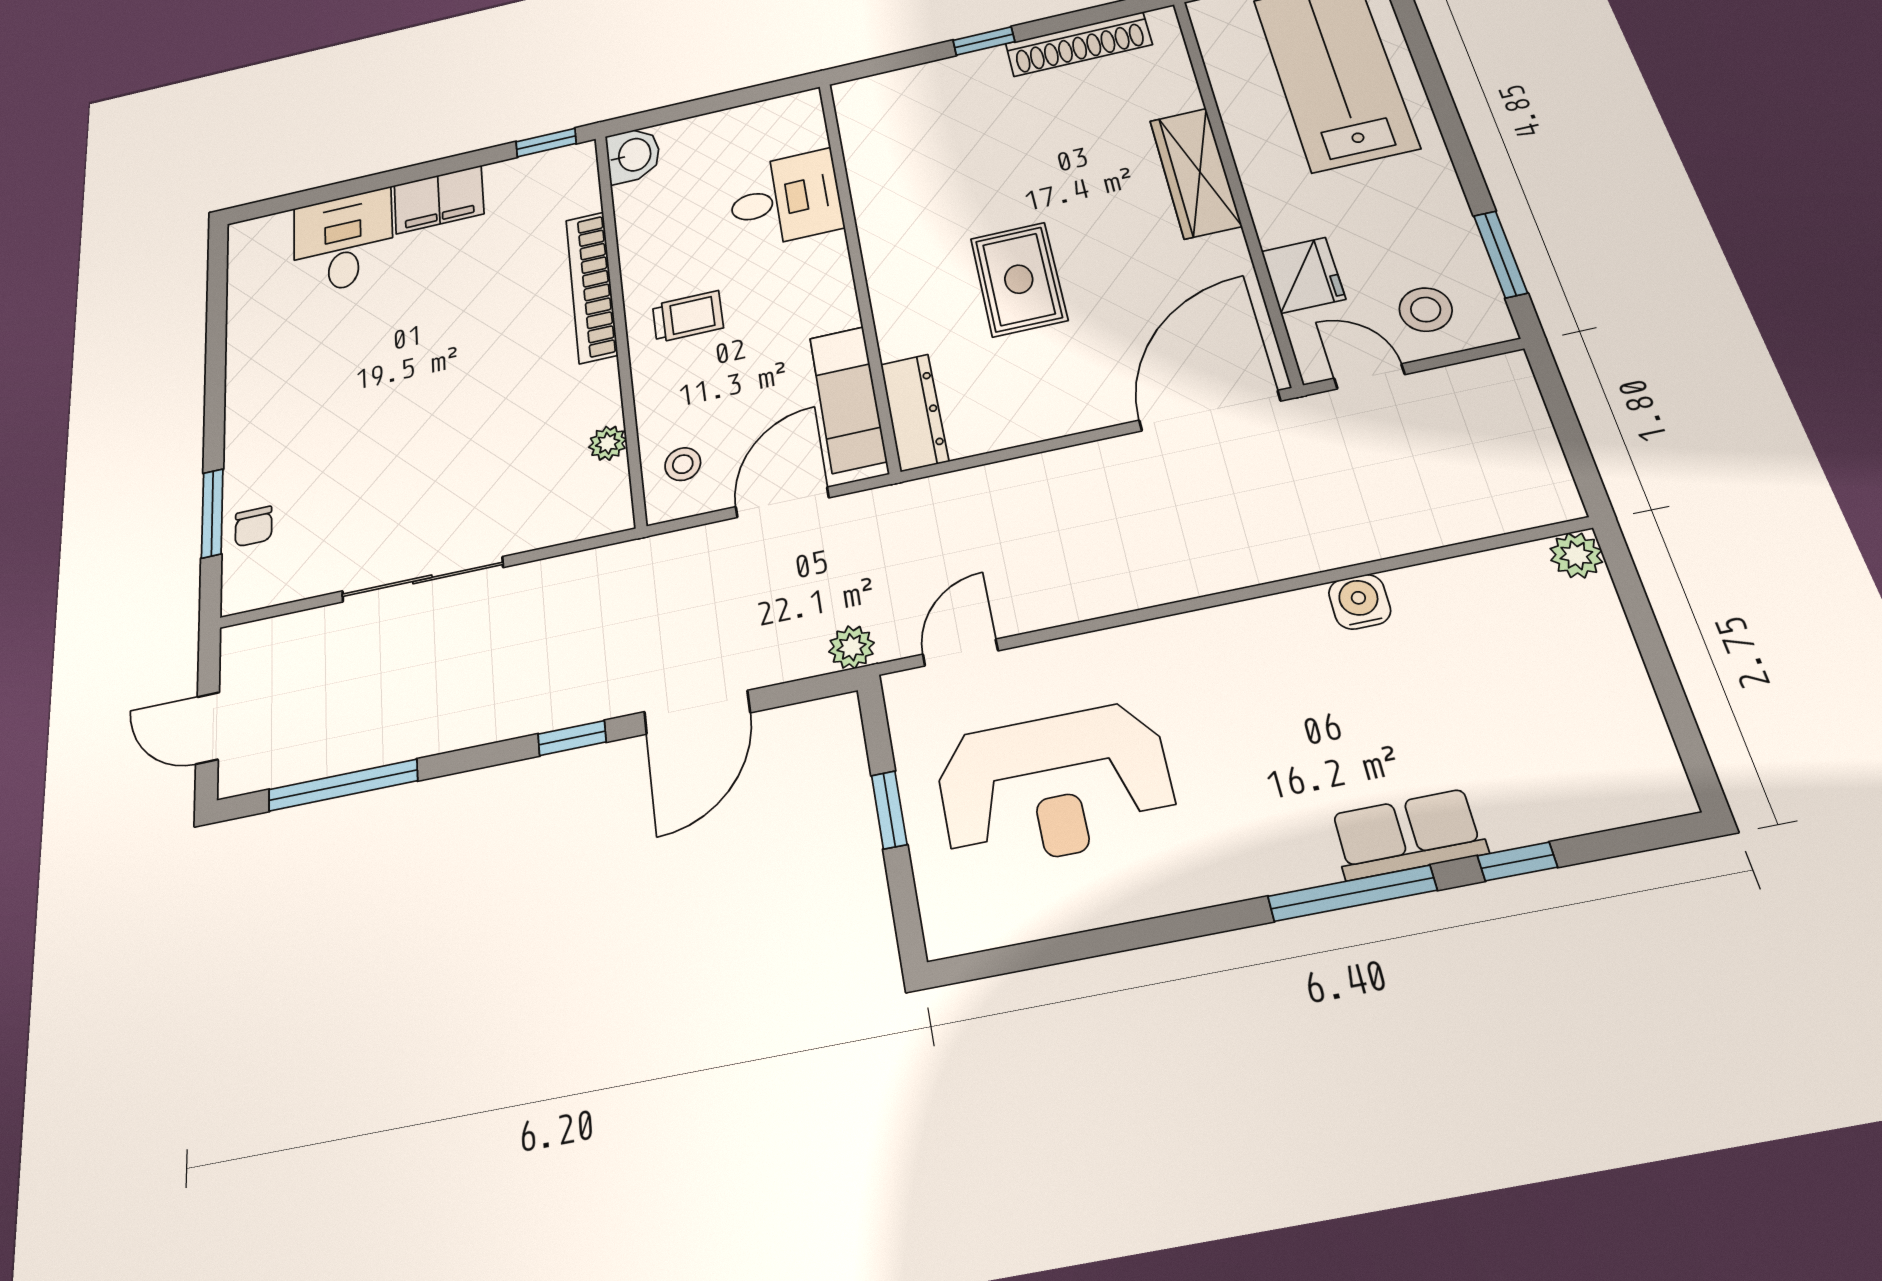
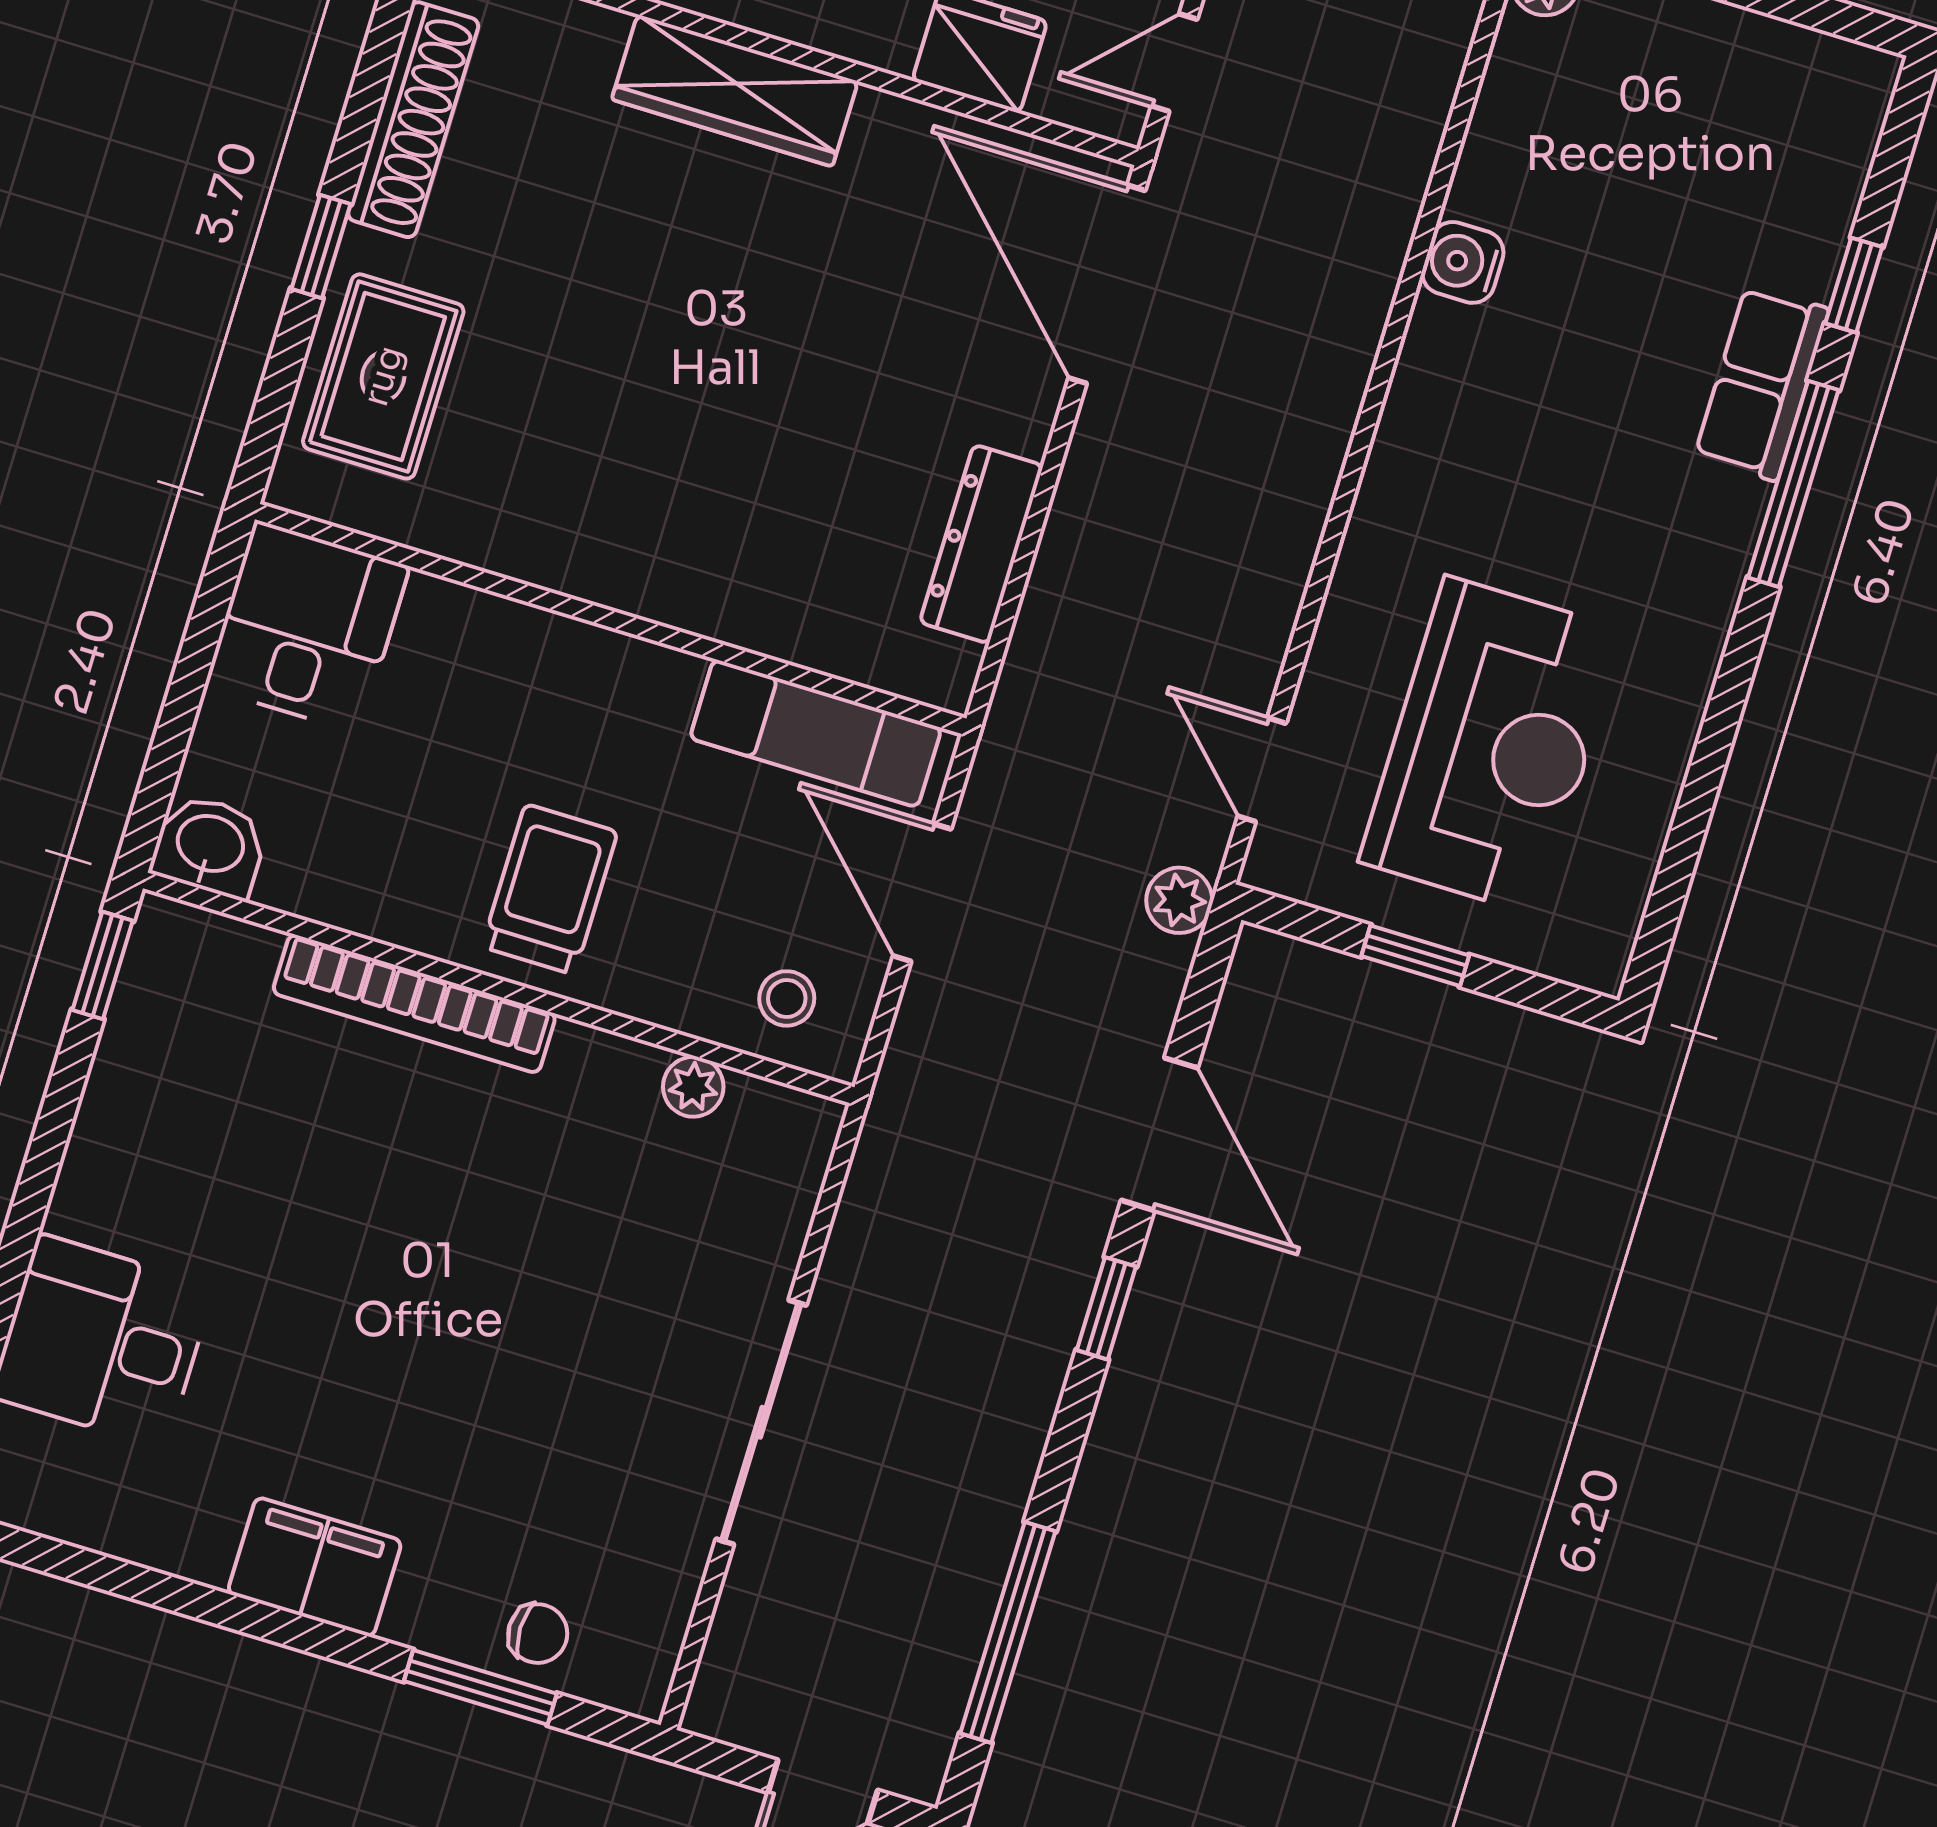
filing cabinet: (439, 199) -> (315, 1567), moved, turned -90
desk: (785, 199) -> (307, 627), moved
rug: (1019, 279) -> (383, 376), moved, turned 90
trolley: (688, 316) -> (550, 889), width x1.36, depth x1.39
dresser: (914, 412) -> (981, 544), moved, turned -90

